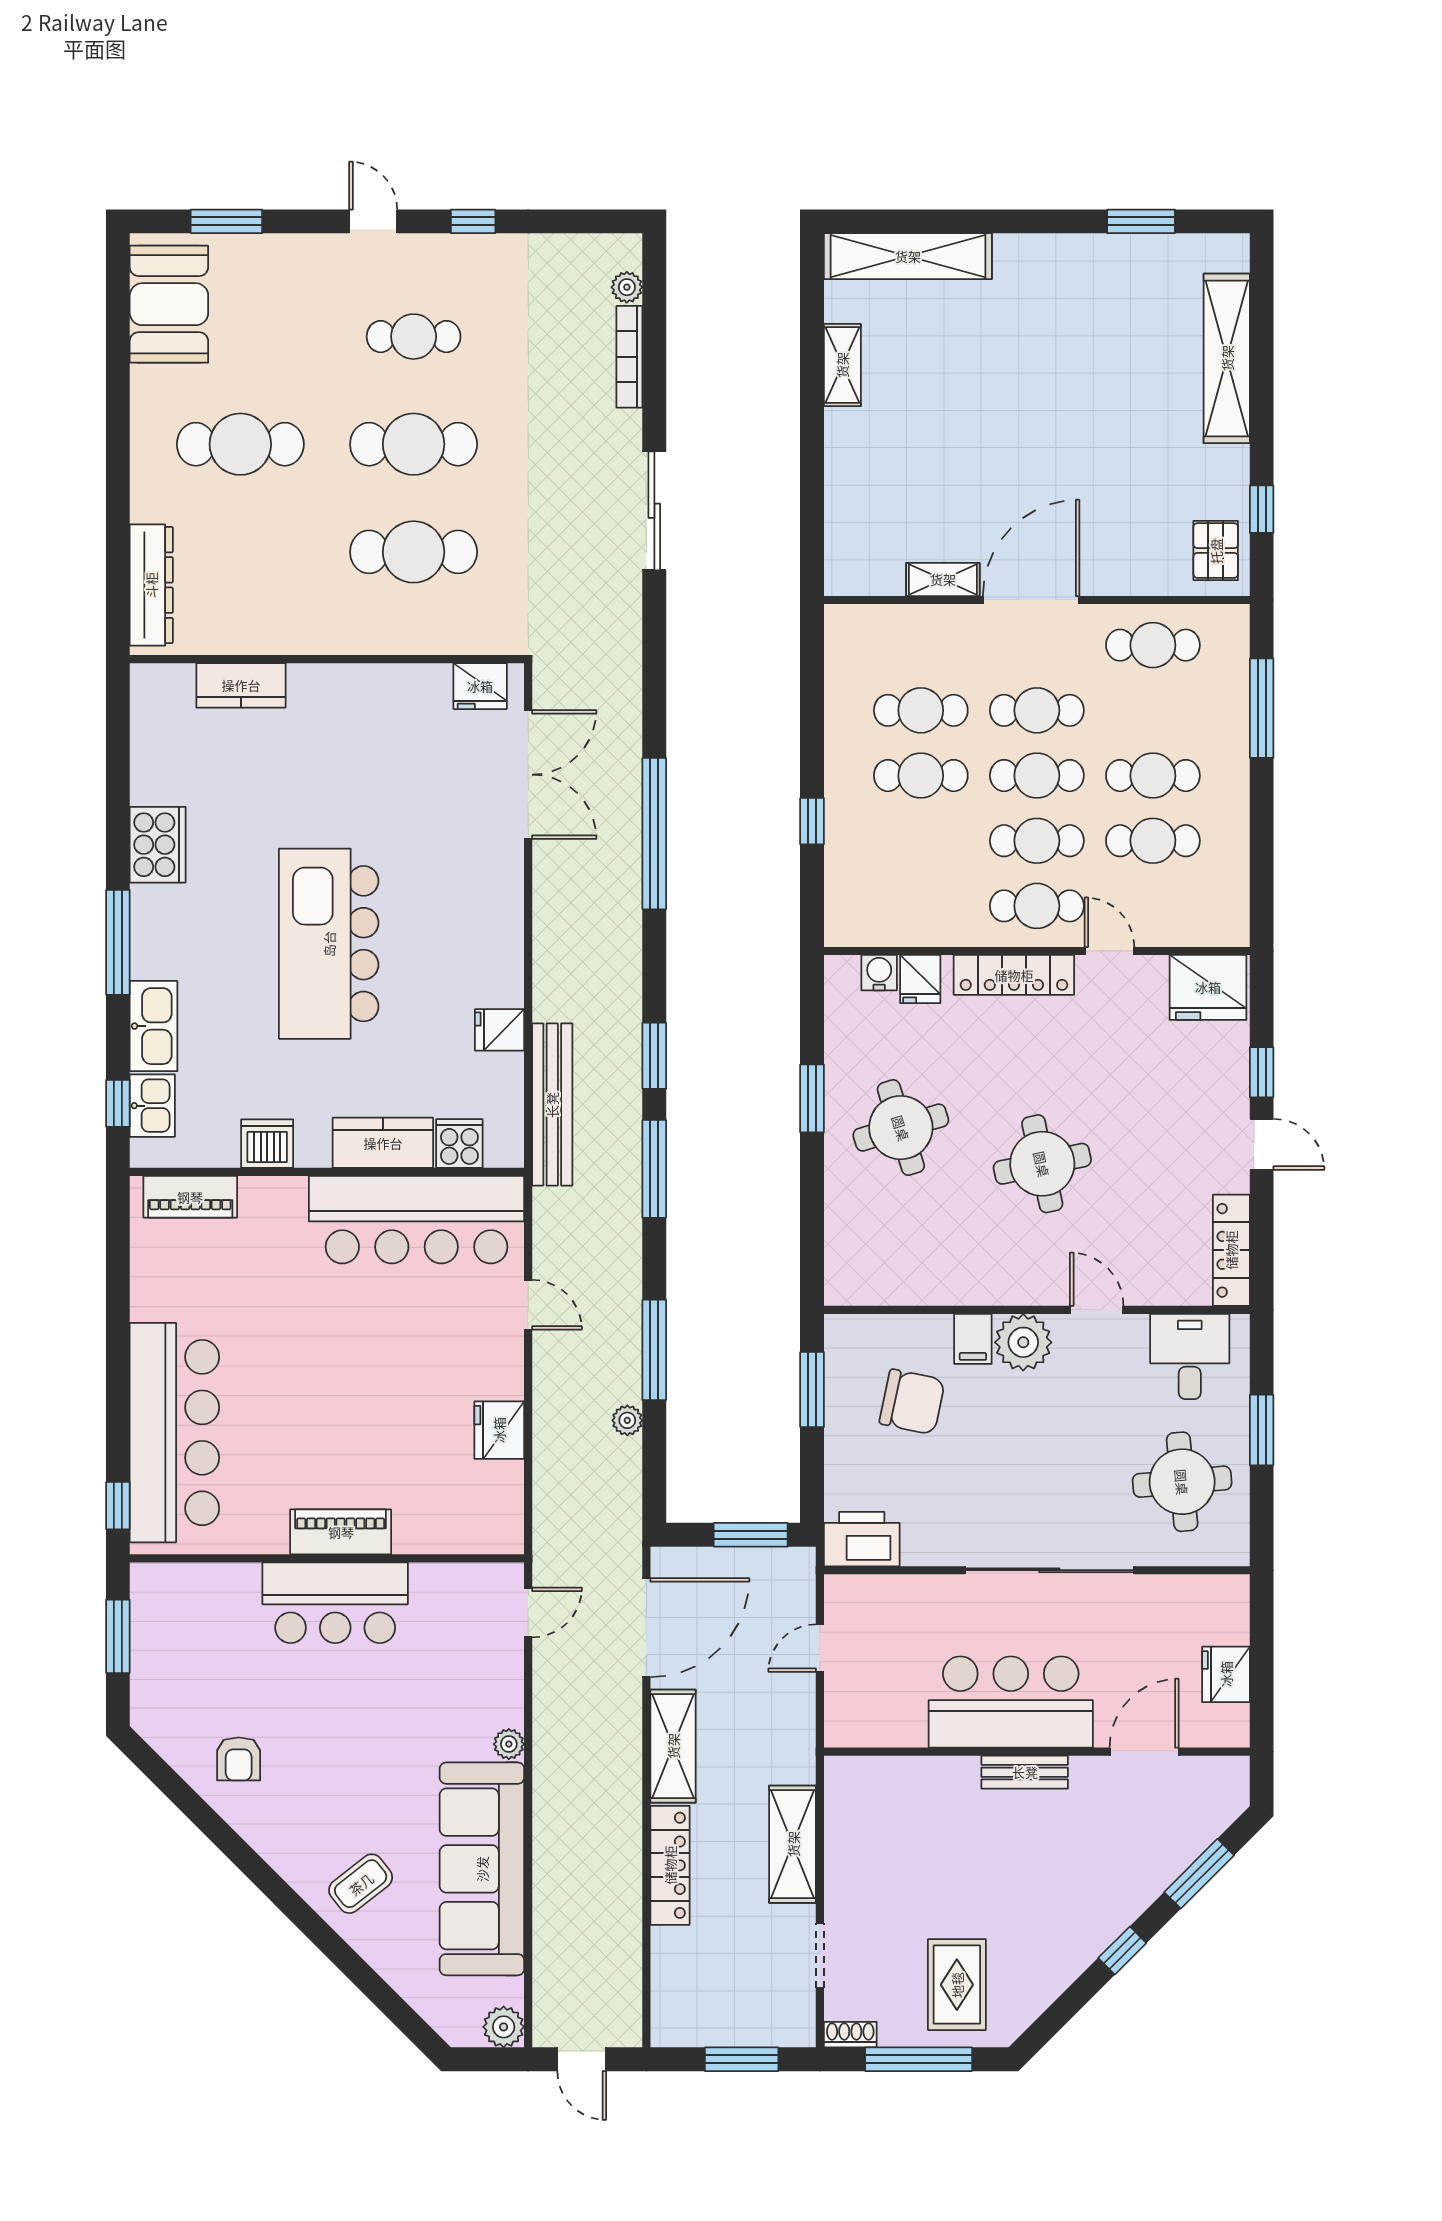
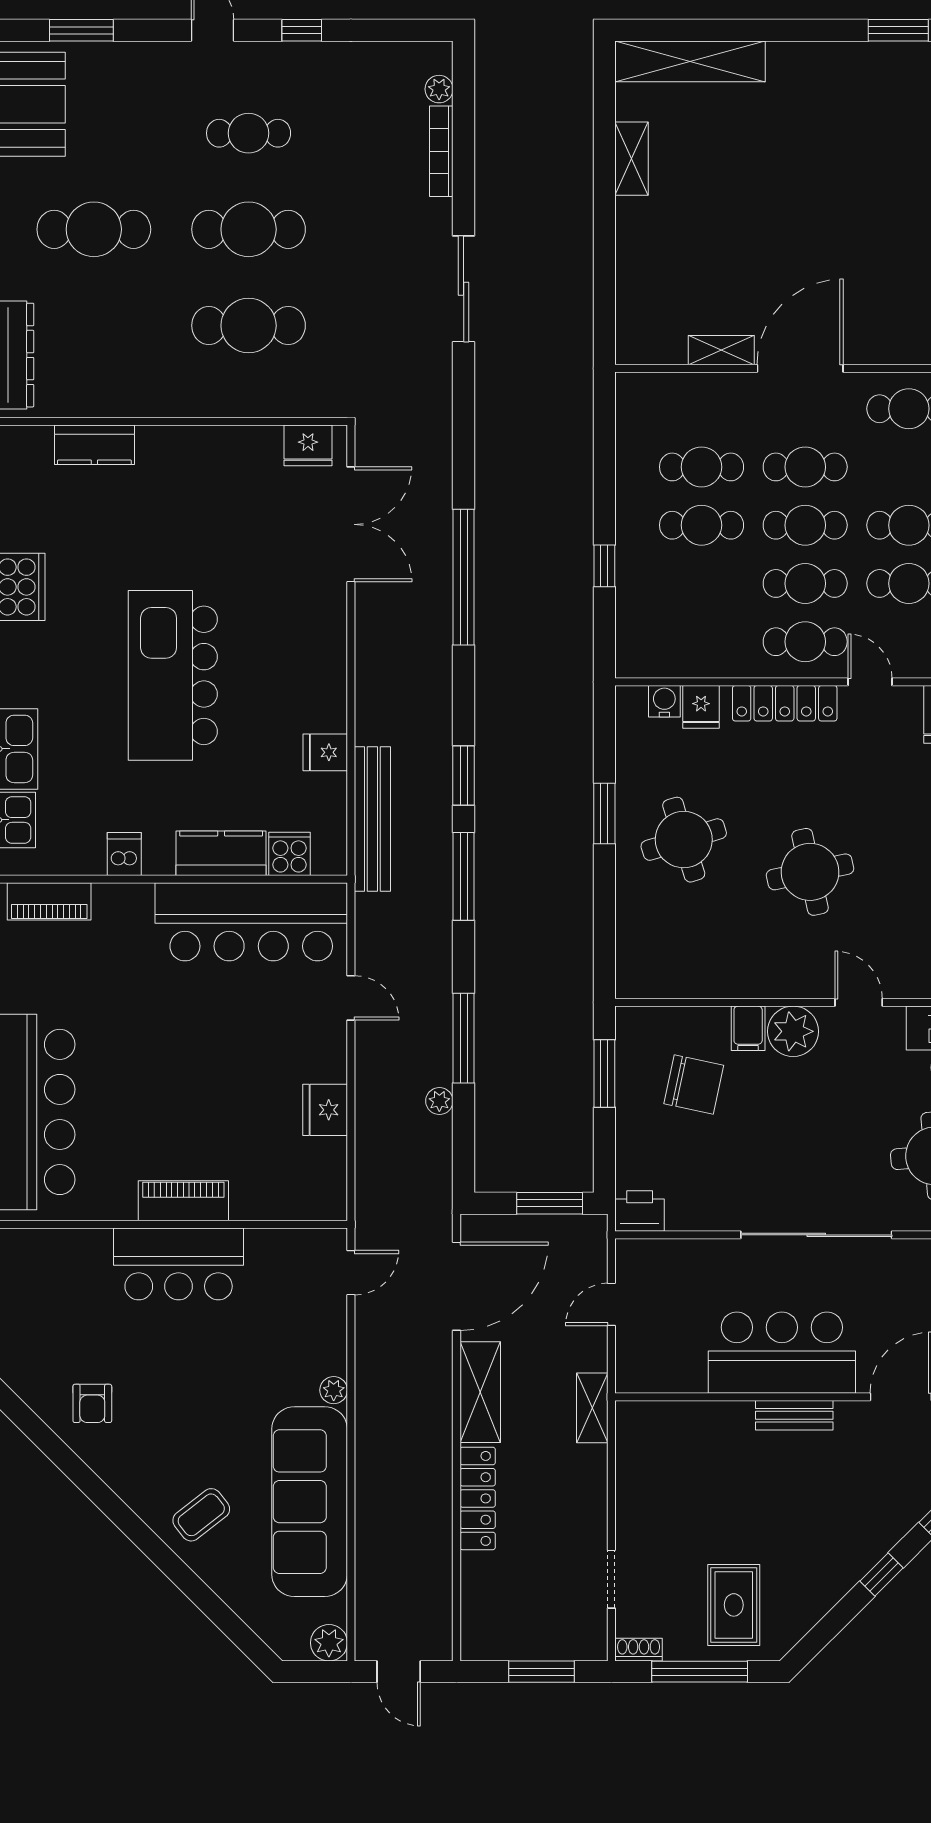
dishwasher: (267, 1144) -> (124, 854), width x0.73
printer: (862, 1539) -> (640, 1211), width x0.73, depth x0.84
shelving: (793, 1844) -> (592, 1408), moved, width x0.67, depth x0.75

